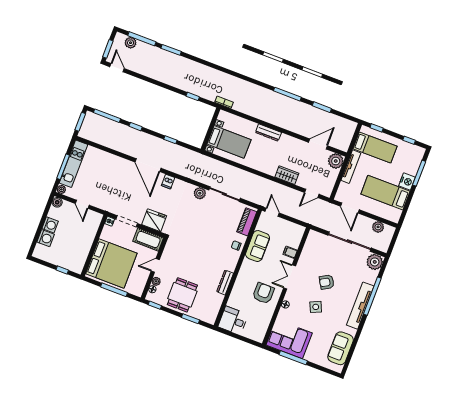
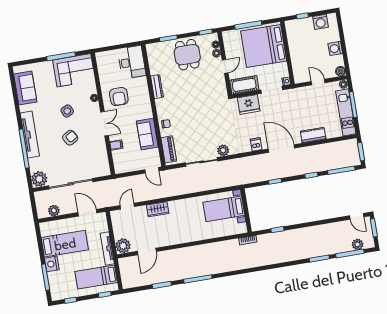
dresser: (268, 133) -> (195, 237), removed
kitchen counter: (114, 161) -> (313, 135), added
washing machine: (46, 238) -> (320, 22), moved, turned -90
desk: (233, 321) -> (132, 62), width x1.37

